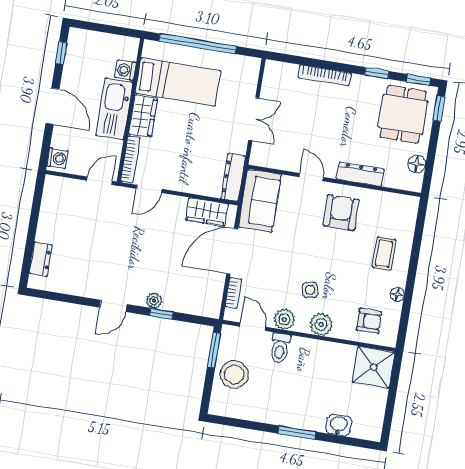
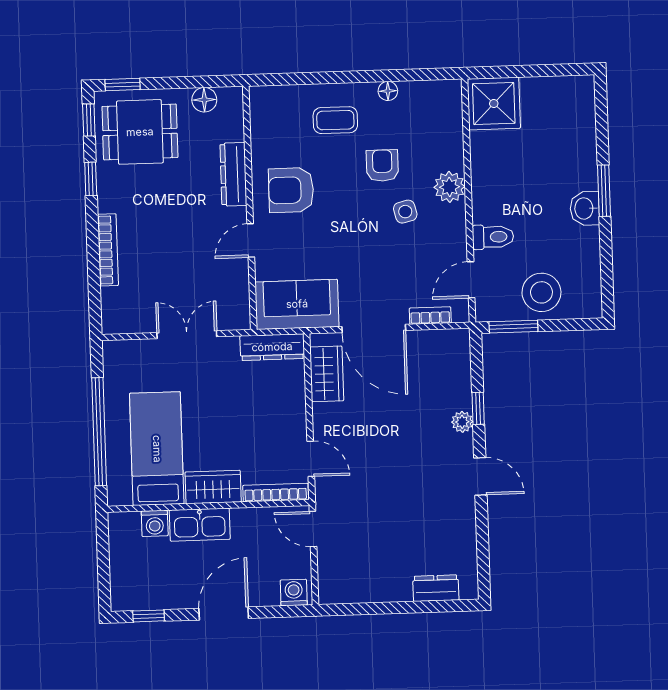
kitchen sink: (114, 109) -> (200, 525), width x0.73, depth x0.81
plant: (284, 319) -> (452, 239), removed
armchair: (369, 321) -> (382, 166), moved
washbasin: (339, 425) -> (585, 208), moved

